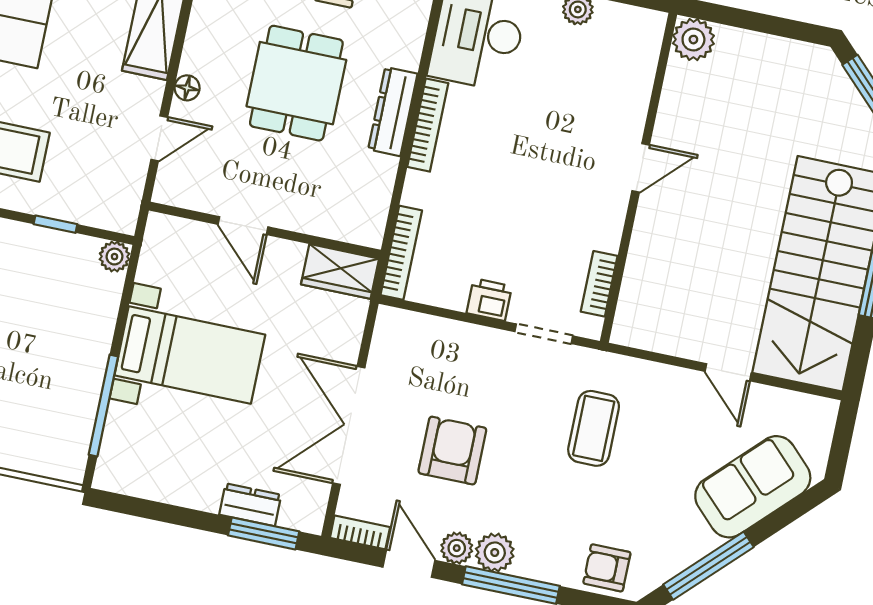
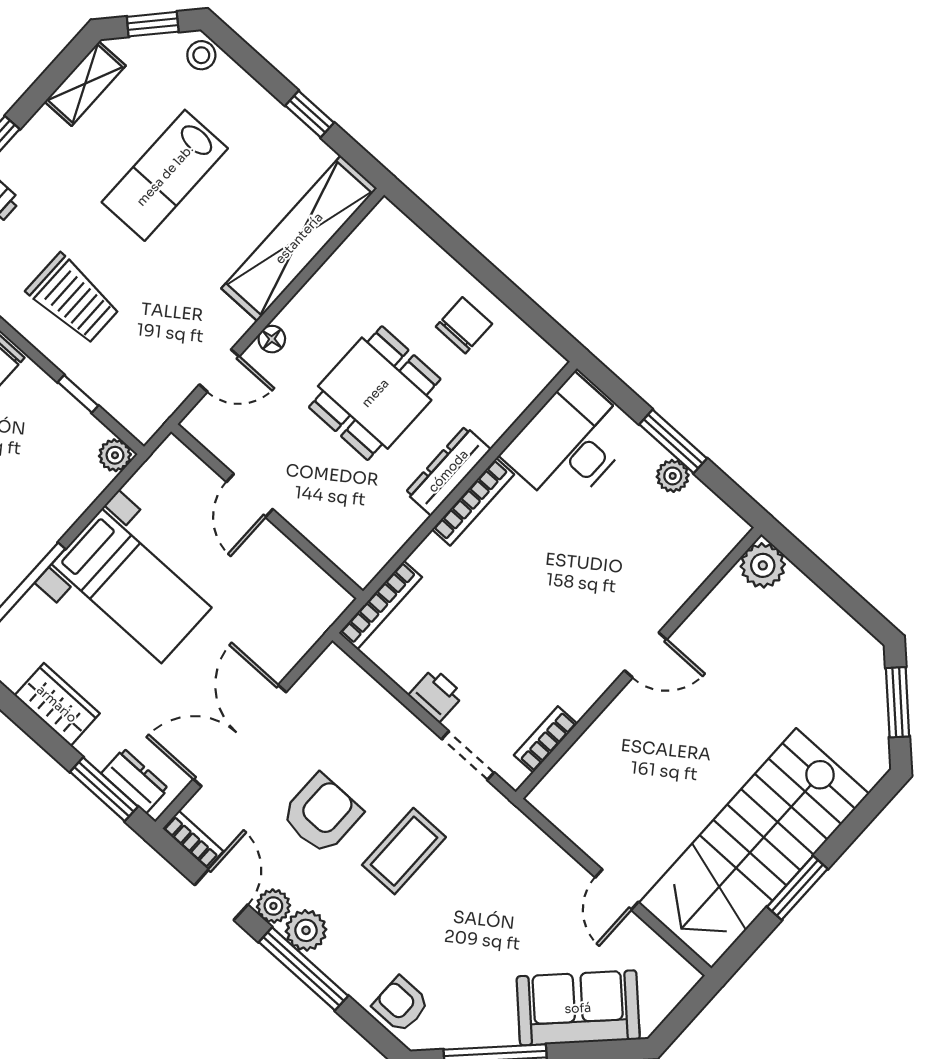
wardrobe: (340, 271) -> (57, 704), moved, turned 180
coffee table: (594, 428) -> (404, 851), moved
dresser: (250, 505) -> (135, 781), moved

